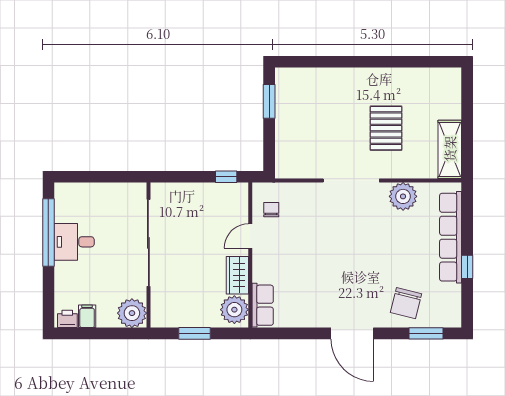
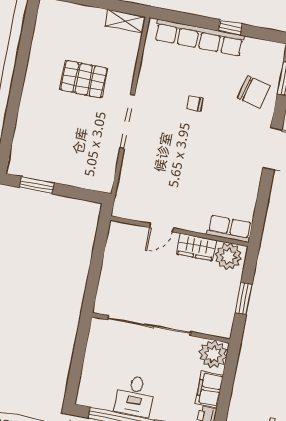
shelving: (450, 149) -> (125, 21), width x0.67, depth x0.75
window: (226, 177) -> (101, 240), removed
plant: (403, 196) -> (152, 75), removed
chair: (271, 210) -> (195, 103), moved
door: (250, 236) -> (161, 228), hinge flipped
filing cabinet: (87, 316) -> (209, 389), width x2.00

